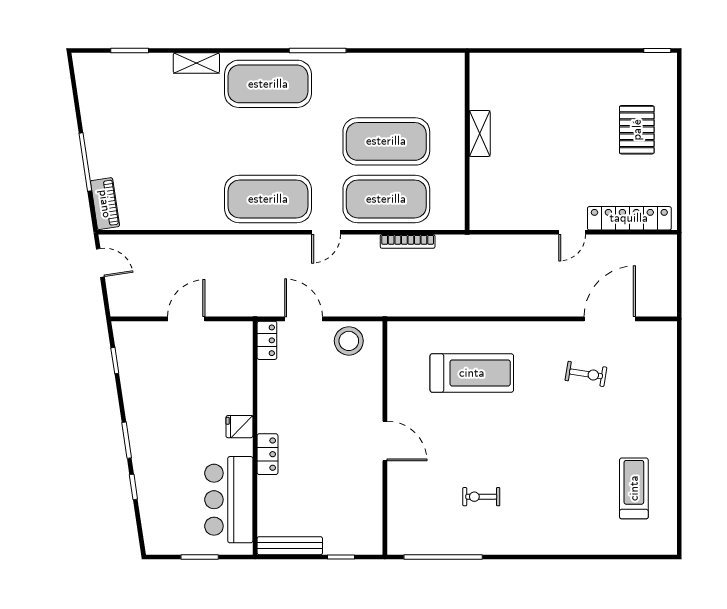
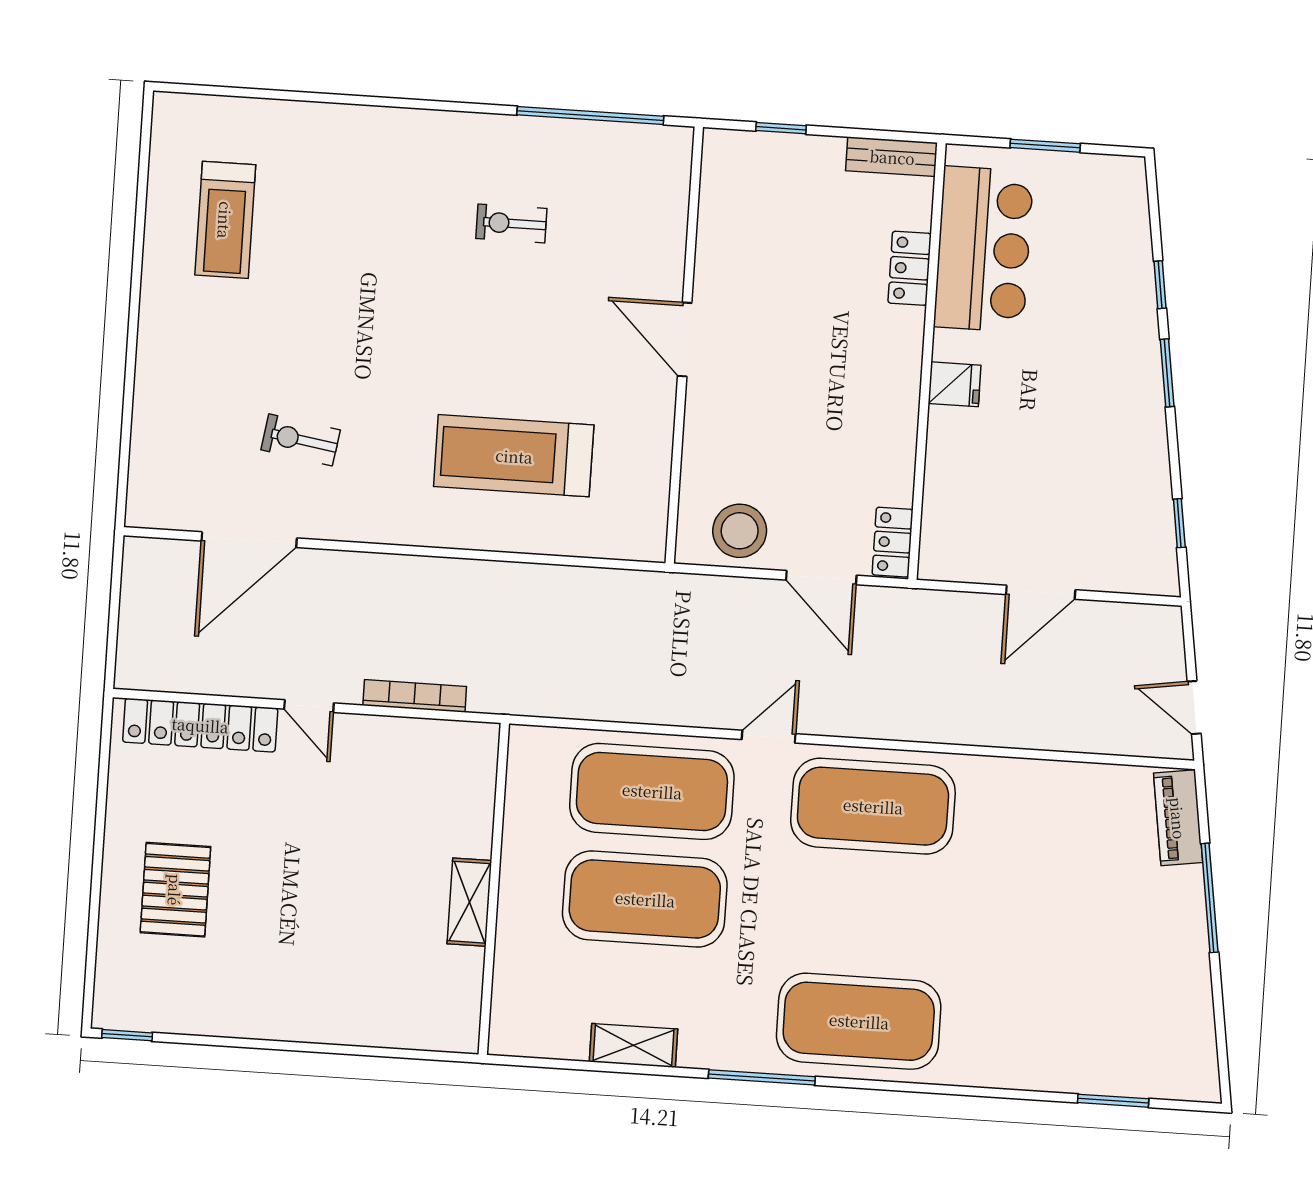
shelving: (196, 63) -> (634, 1045), moved
door: (572, 232) -> (309, 706), swing flipped
bookcase: (408, 241) -> (415, 696), moved
locker: (267, 454) -> (910, 268), moved
exercise bike: (481, 497) -> (511, 223), turned 180
bench: (290, 546) -> (892, 157), width x0.73

